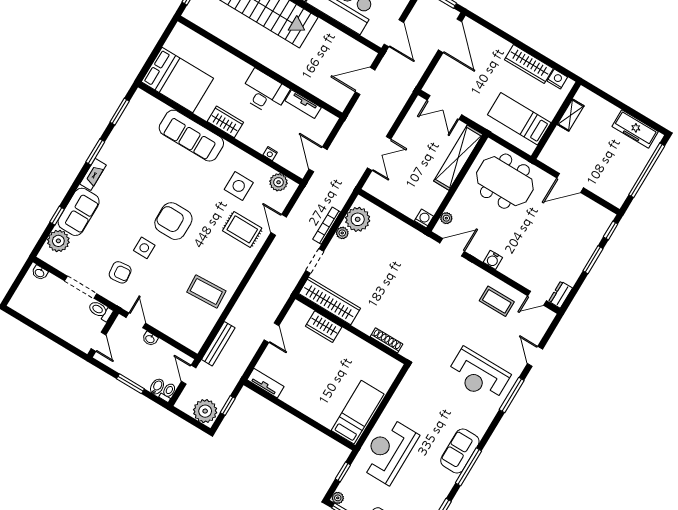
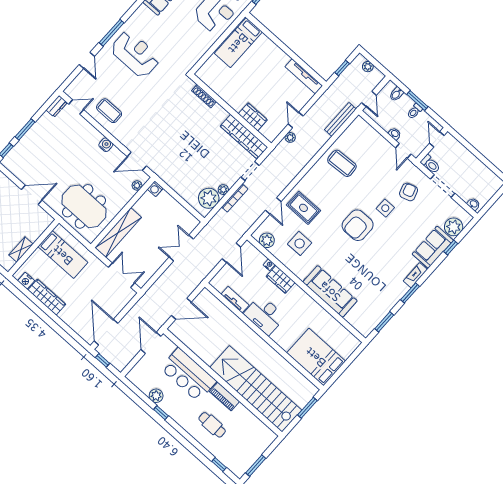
bed: (177, 80) -> (316, 357), moved
wardrobe: (225, 122) -> (281, 279), moved
armchair: (173, 221) -> (358, 225), turned 90
armchair: (120, 272) -> (409, 192), turned 78
plant: (274, 311) -> (290, 137), added
tv unit: (265, 383) -> (304, 76), width x1.41
toilet: (168, 392) -> (415, 111), moved
plant: (205, 411) -> (368, 67), width x0.53, depth x0.53

